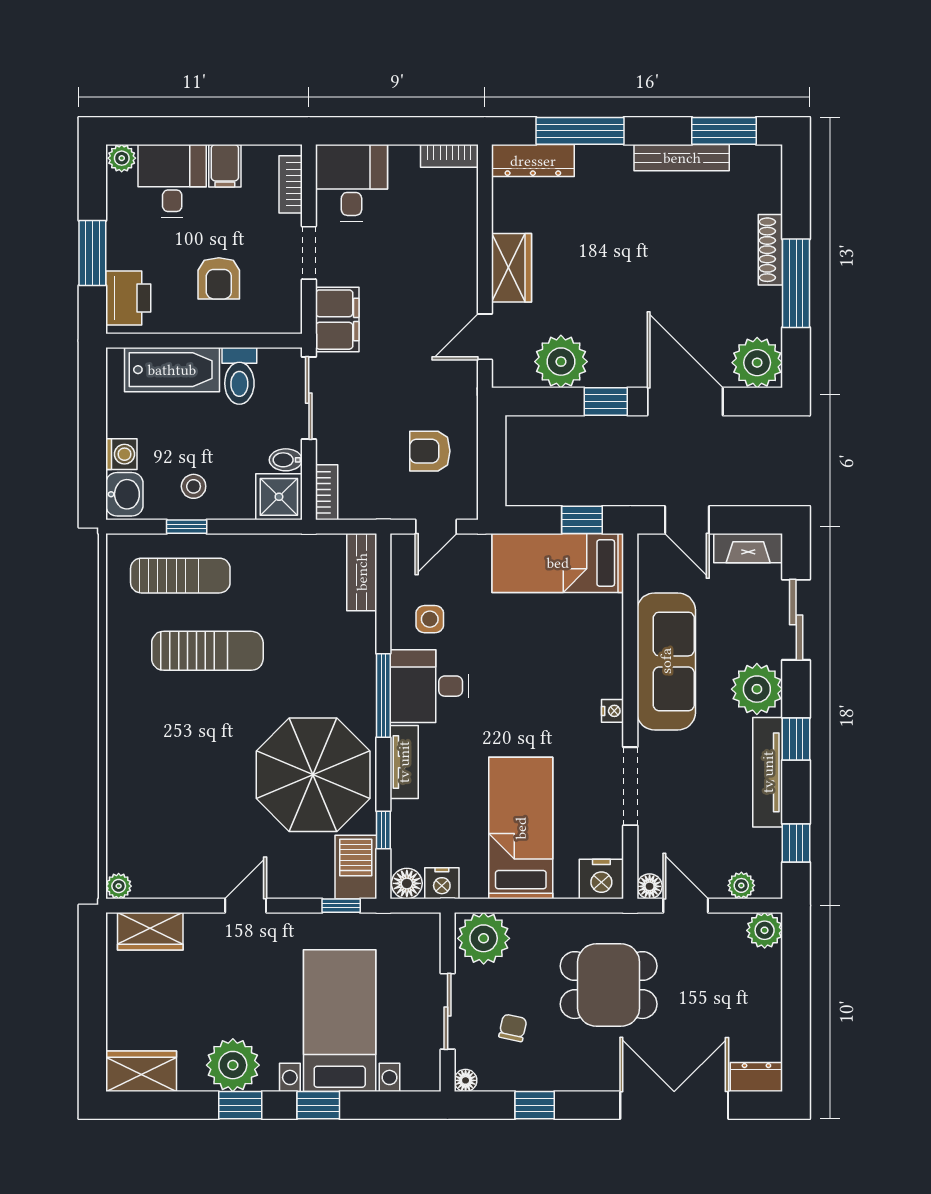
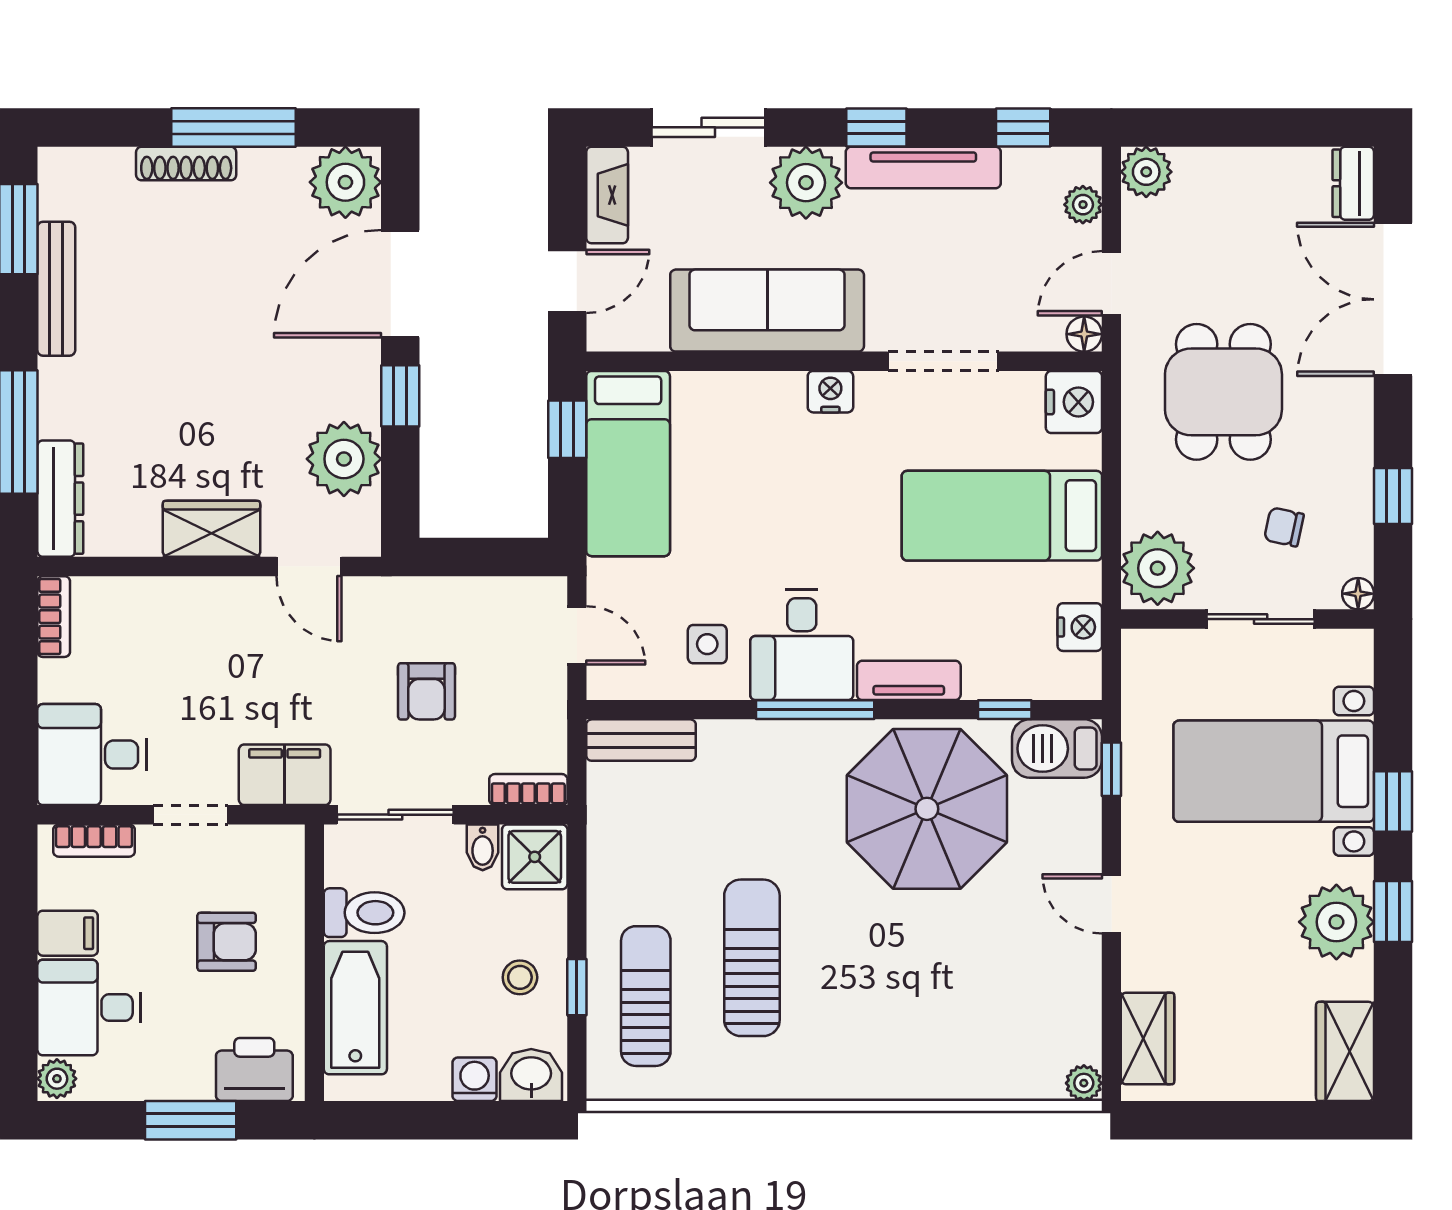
armchair: (430, 451) -> (426, 691), moved
nightstand: (613, 711) -> (830, 392), width x1.39, depth x1.35
floor lamp: (407, 883) -> (1080, 676), removed

